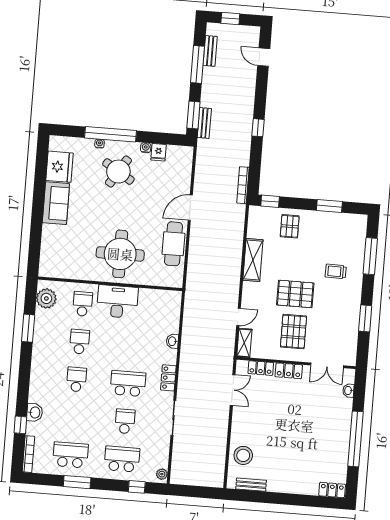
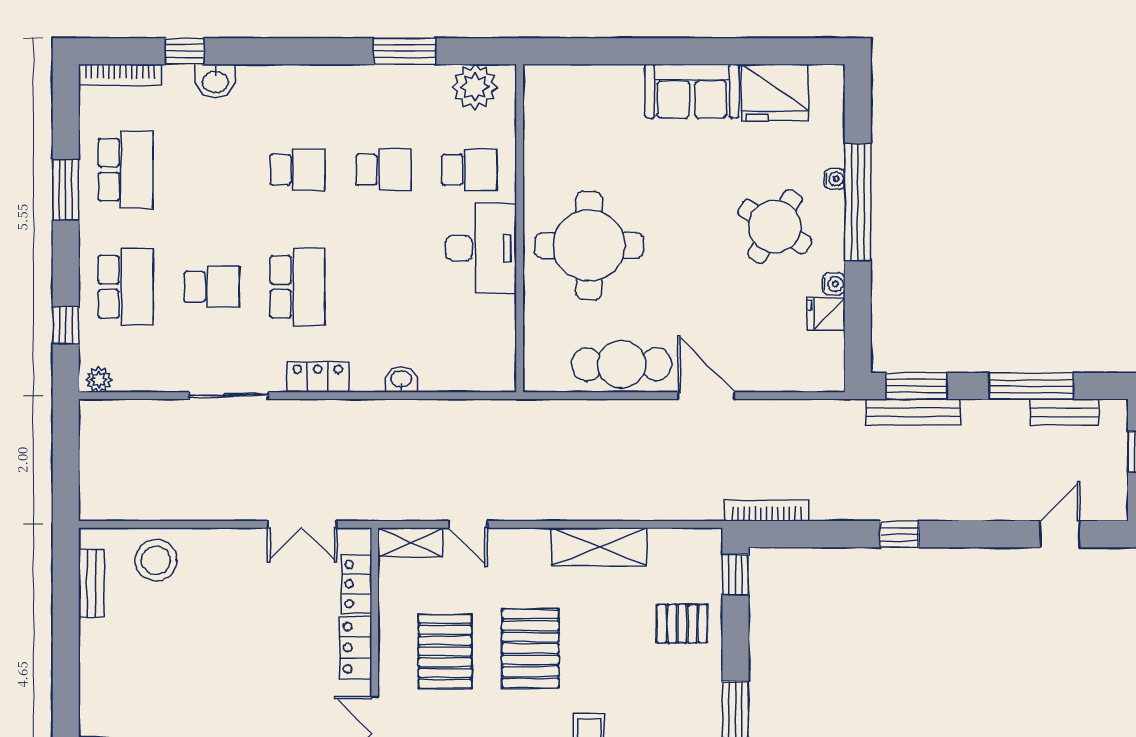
bench: (204, 123) -> (913, 412), width x1.36
pallet: (293, 332) -> (445, 651), turned 90

